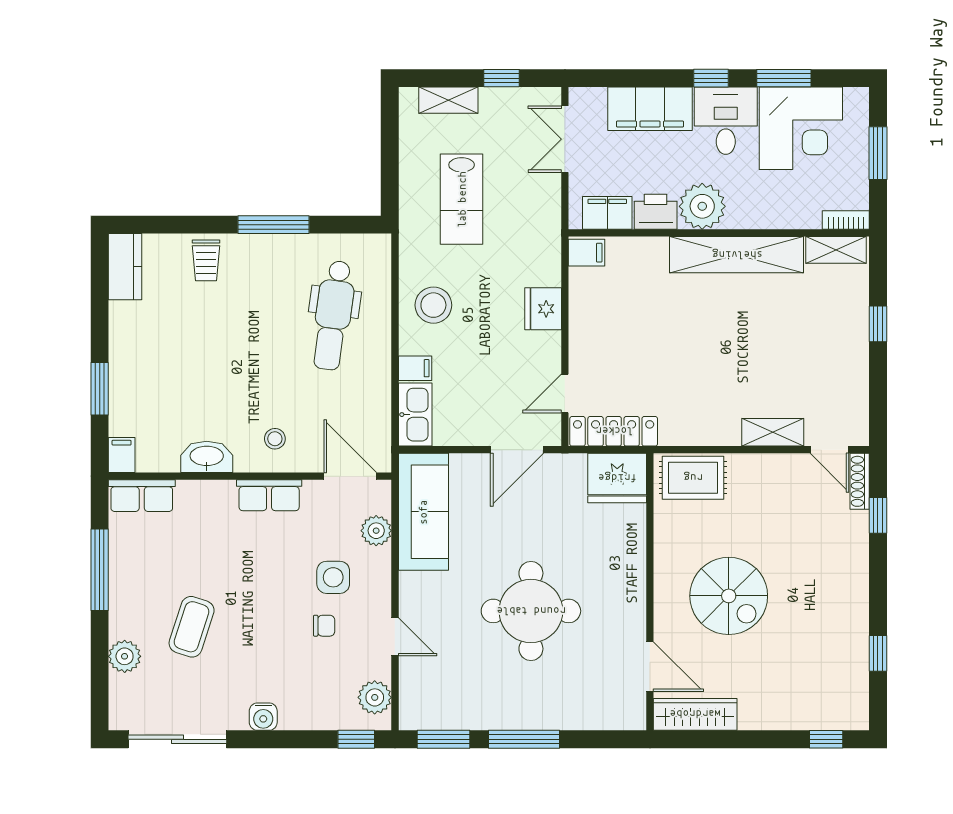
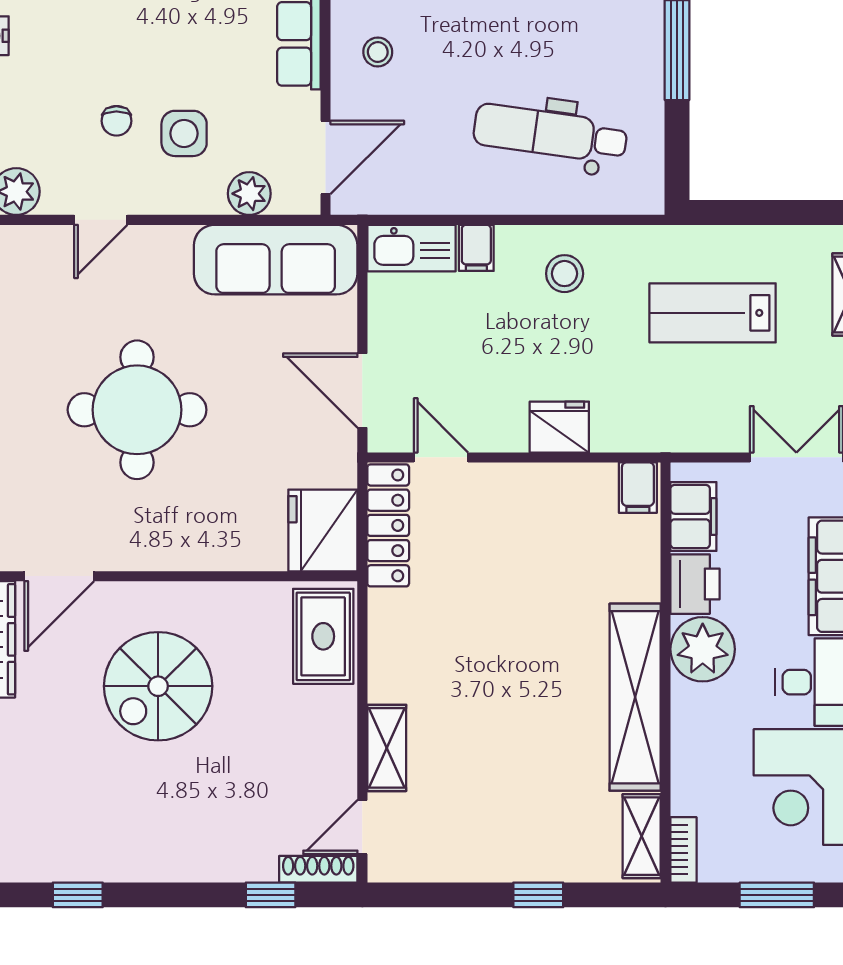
stool: (433, 305) -> (565, 274), width x0.73, depth x0.73

